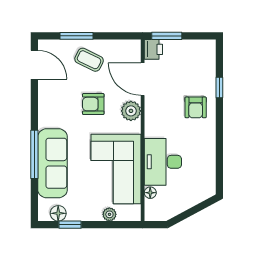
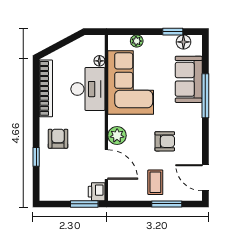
coffee table: (89, 60) -> (155, 182), turned 64
armchair: (93, 104) -> (165, 141), moved
bookcase: (209, 162) -> (46, 88), added
sofa: (53, 163) -> (189, 79), width x0.73

